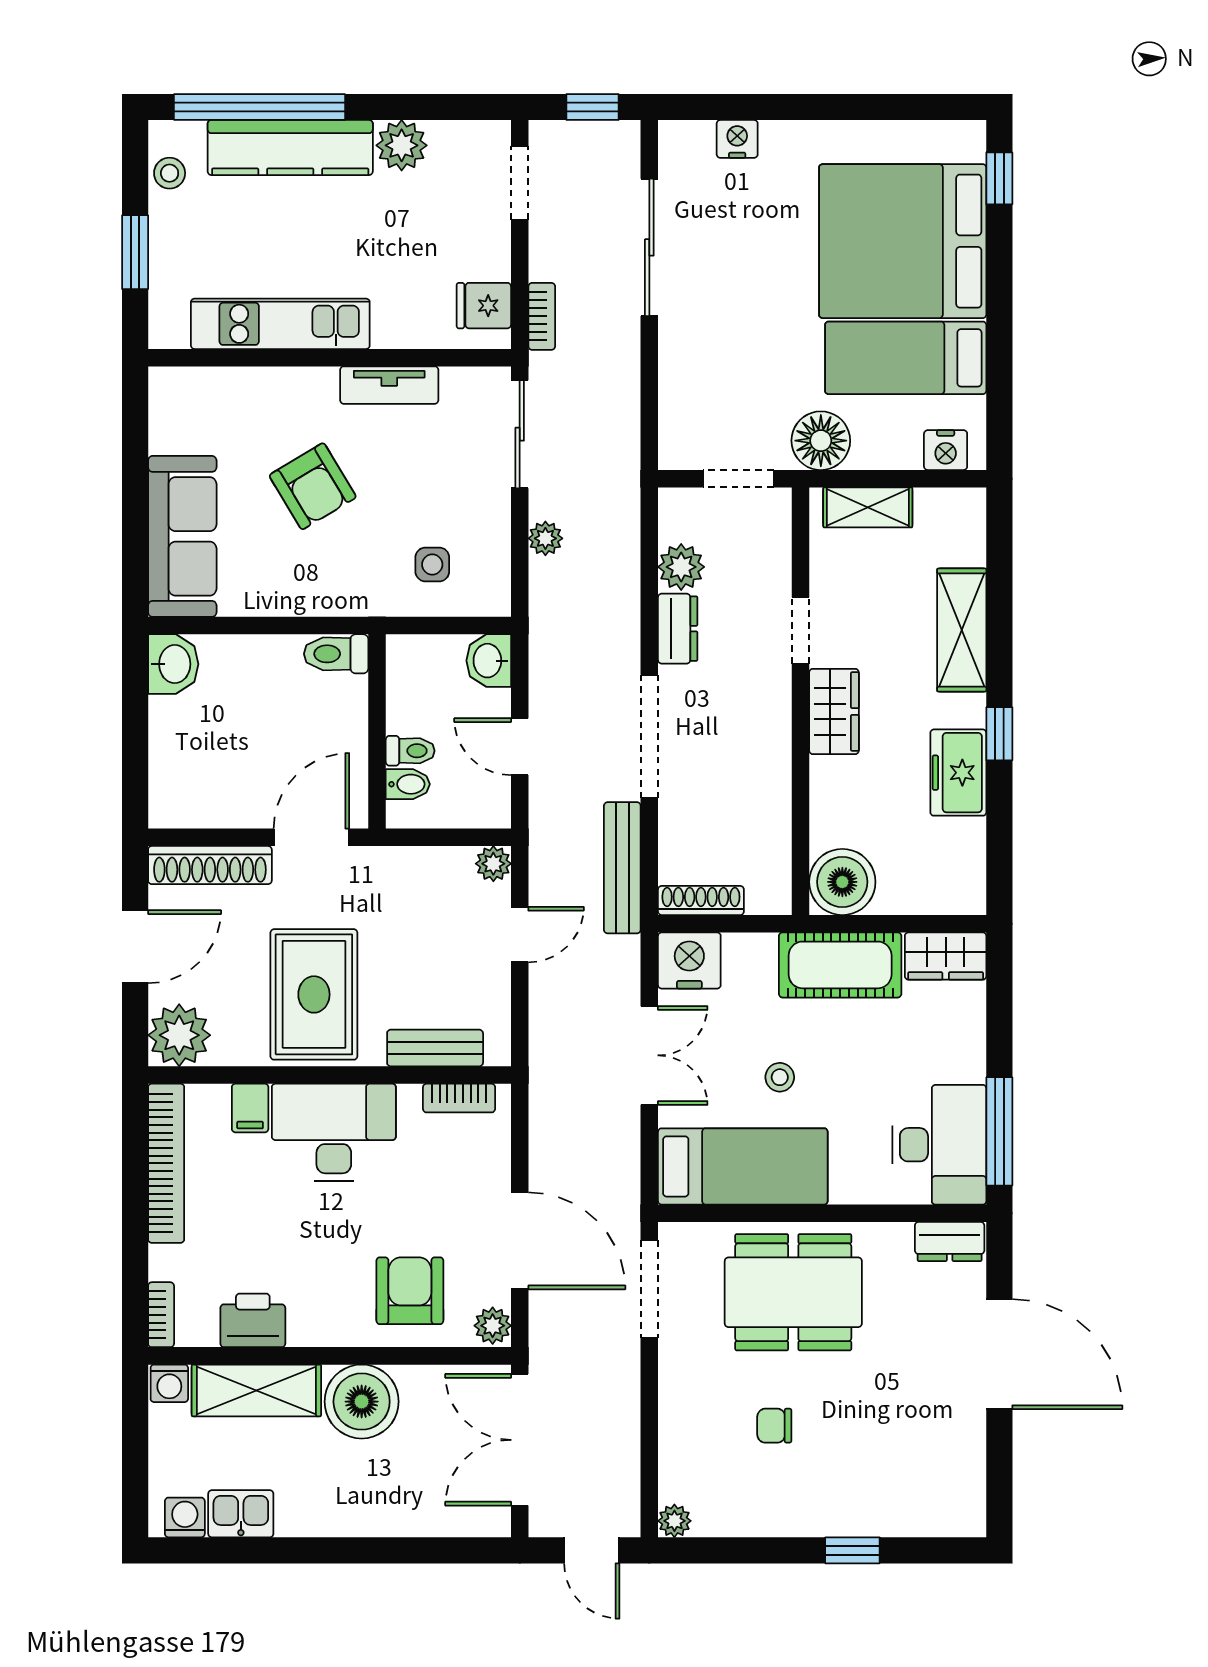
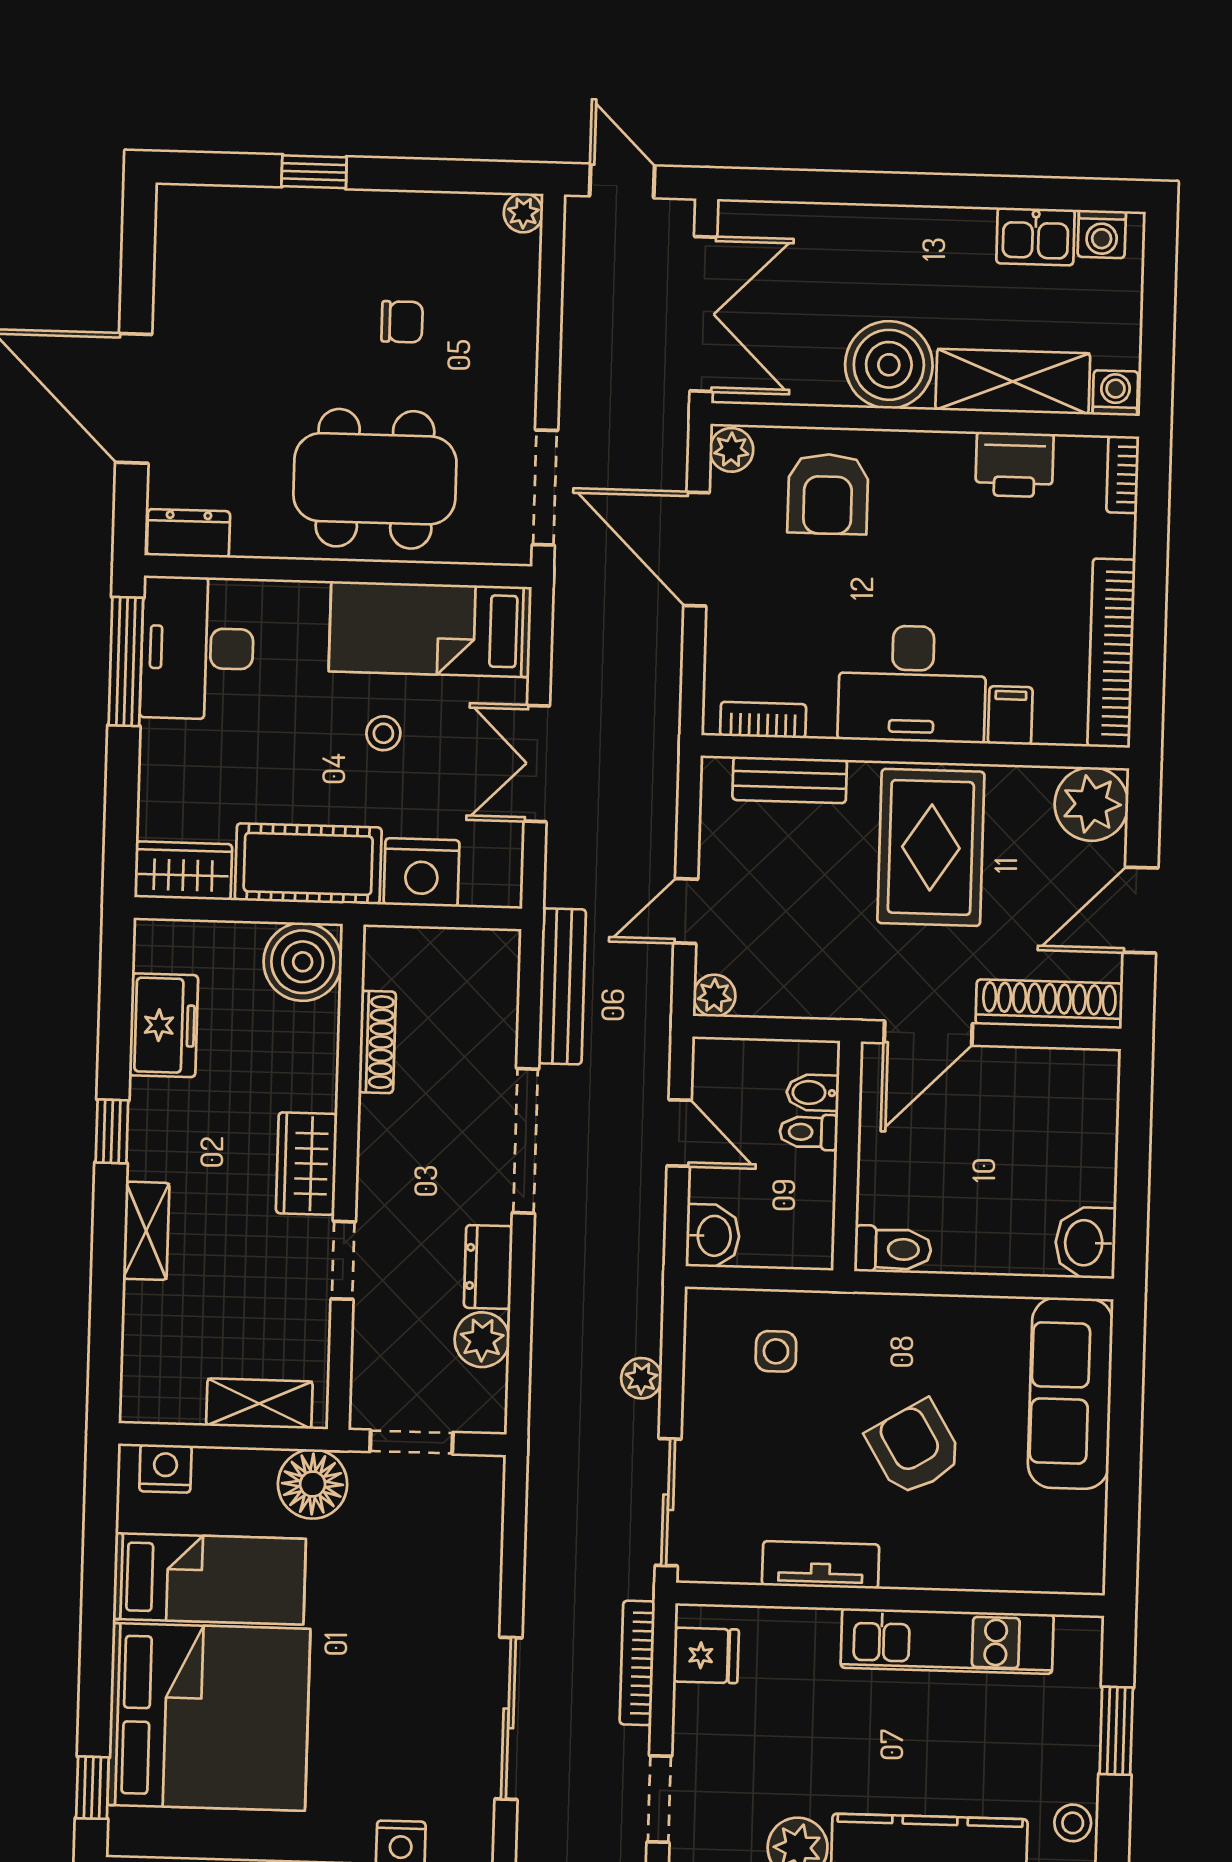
bookcase: (542, 316) -> (637, 1663), width x1.56
shelving: (962, 630) -> (146, 1231), width x0.67, depth x0.75
freezer: (958, 773) -> (164, 1025), moved
shoe rack: (701, 900) -> (377, 1042), moved, turned -90
nightstand: (689, 961) -> (422, 872), moved

